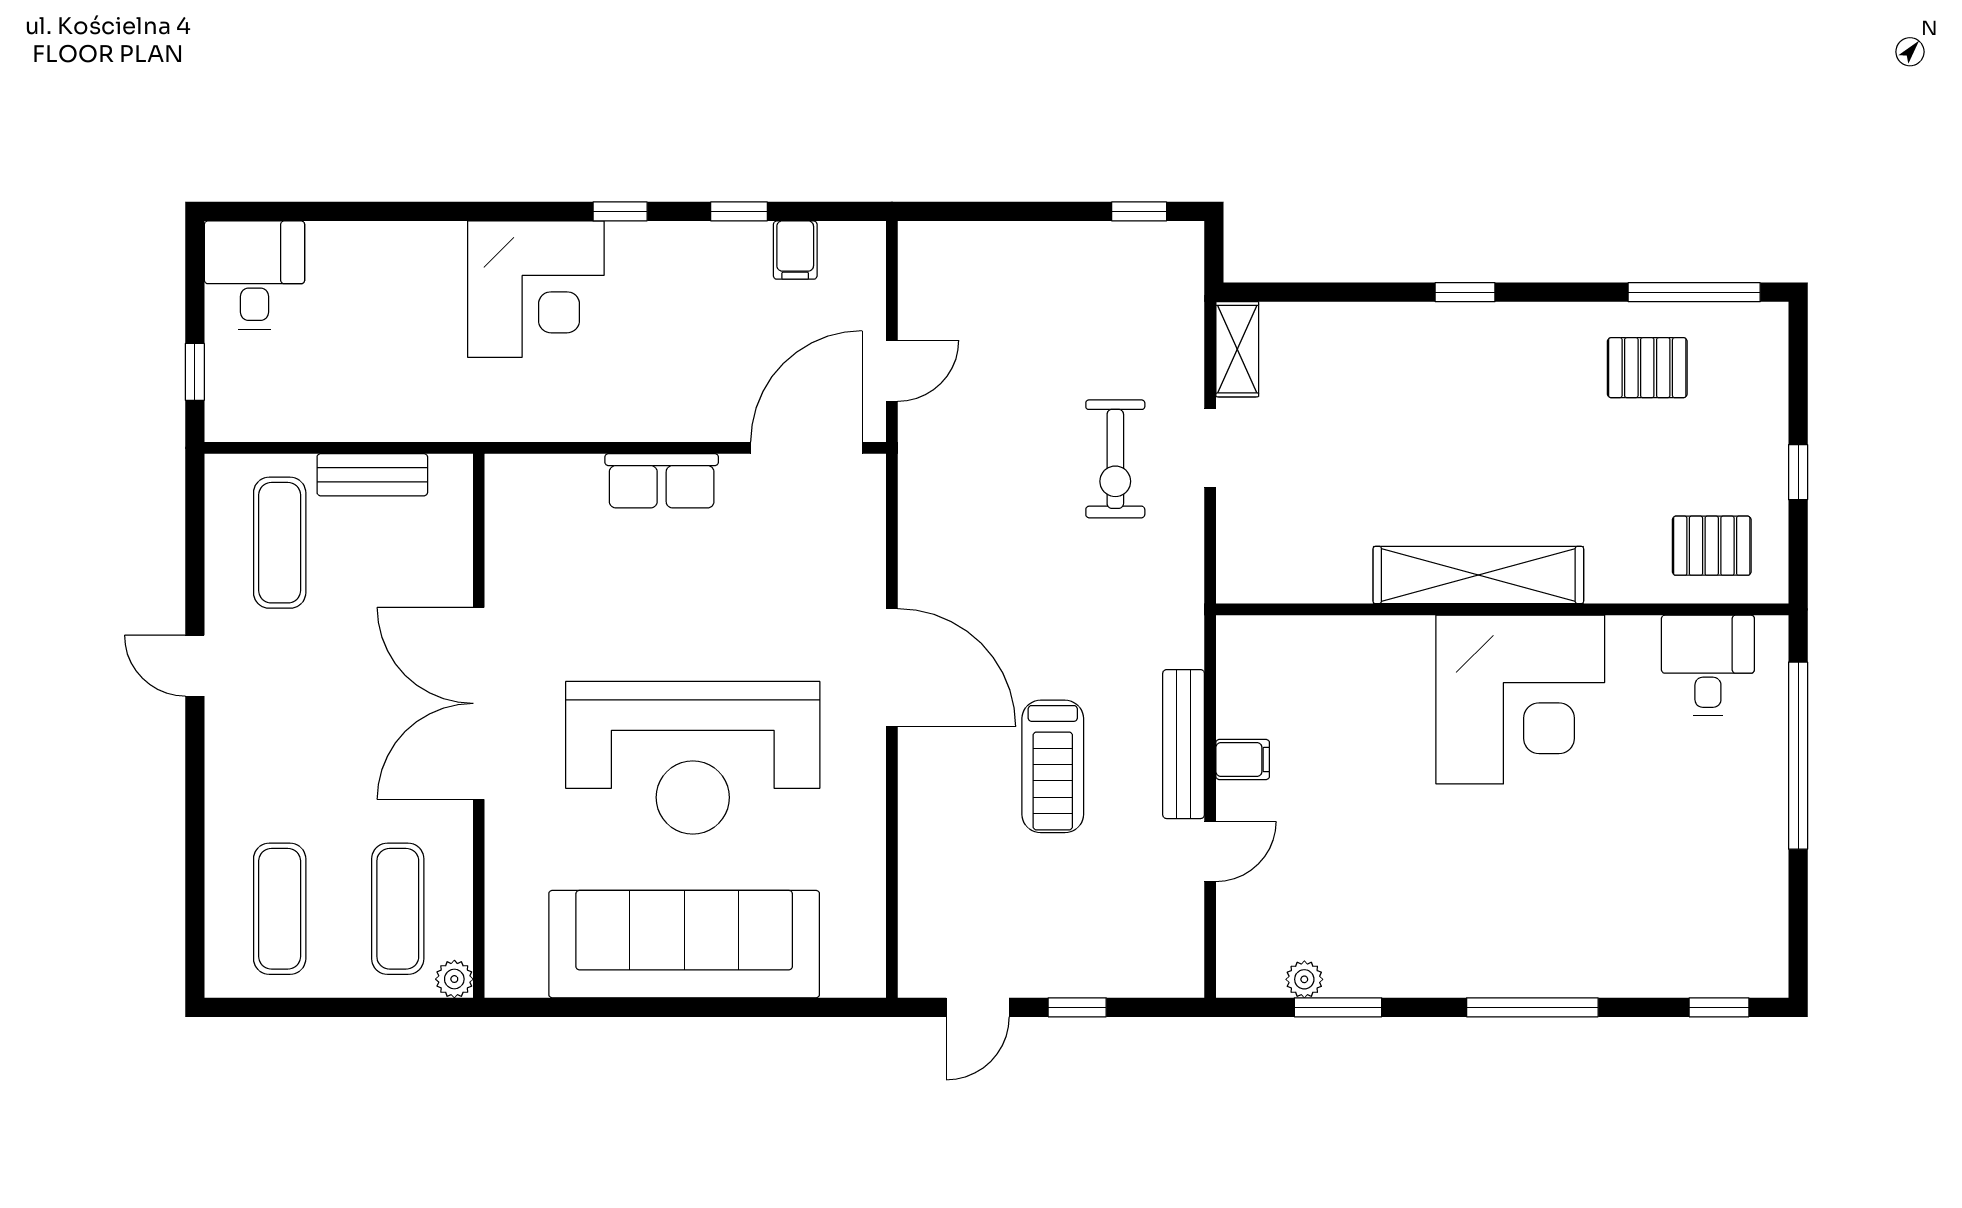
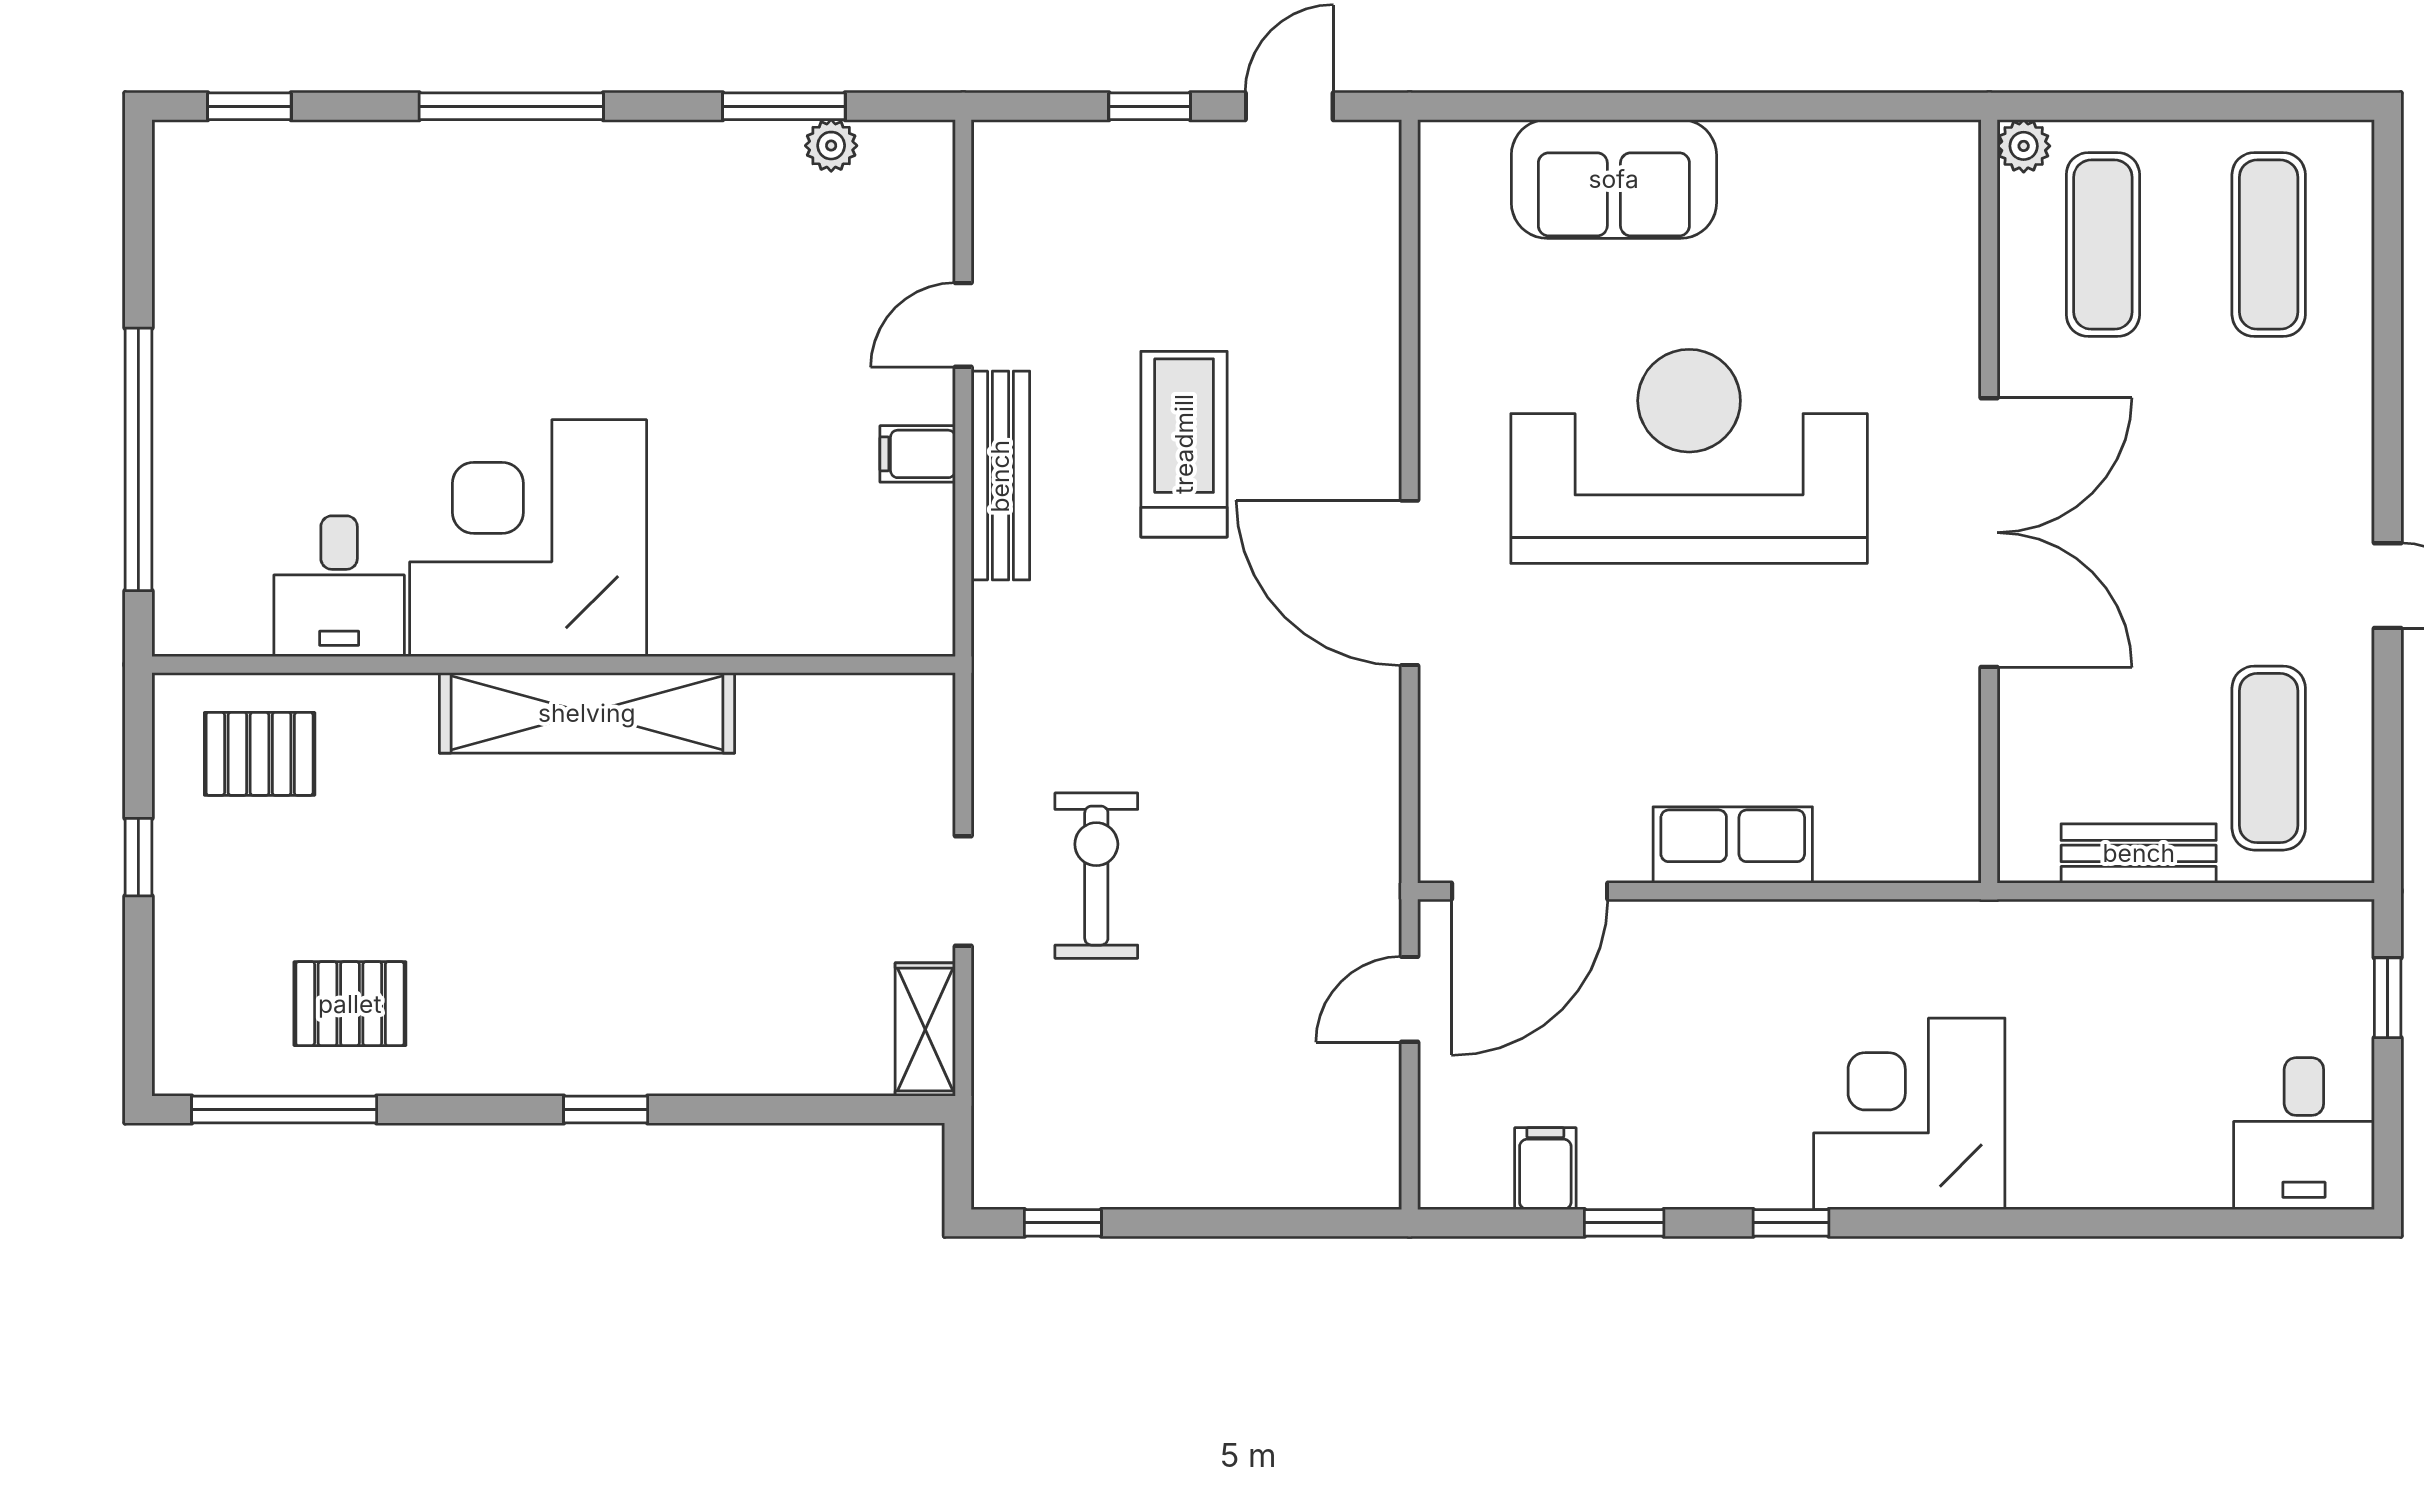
desk: (1708, 665) -> (339, 586), moved
sofa: (684, 944) -> (1614, 179), width x0.54, depth x0.79

